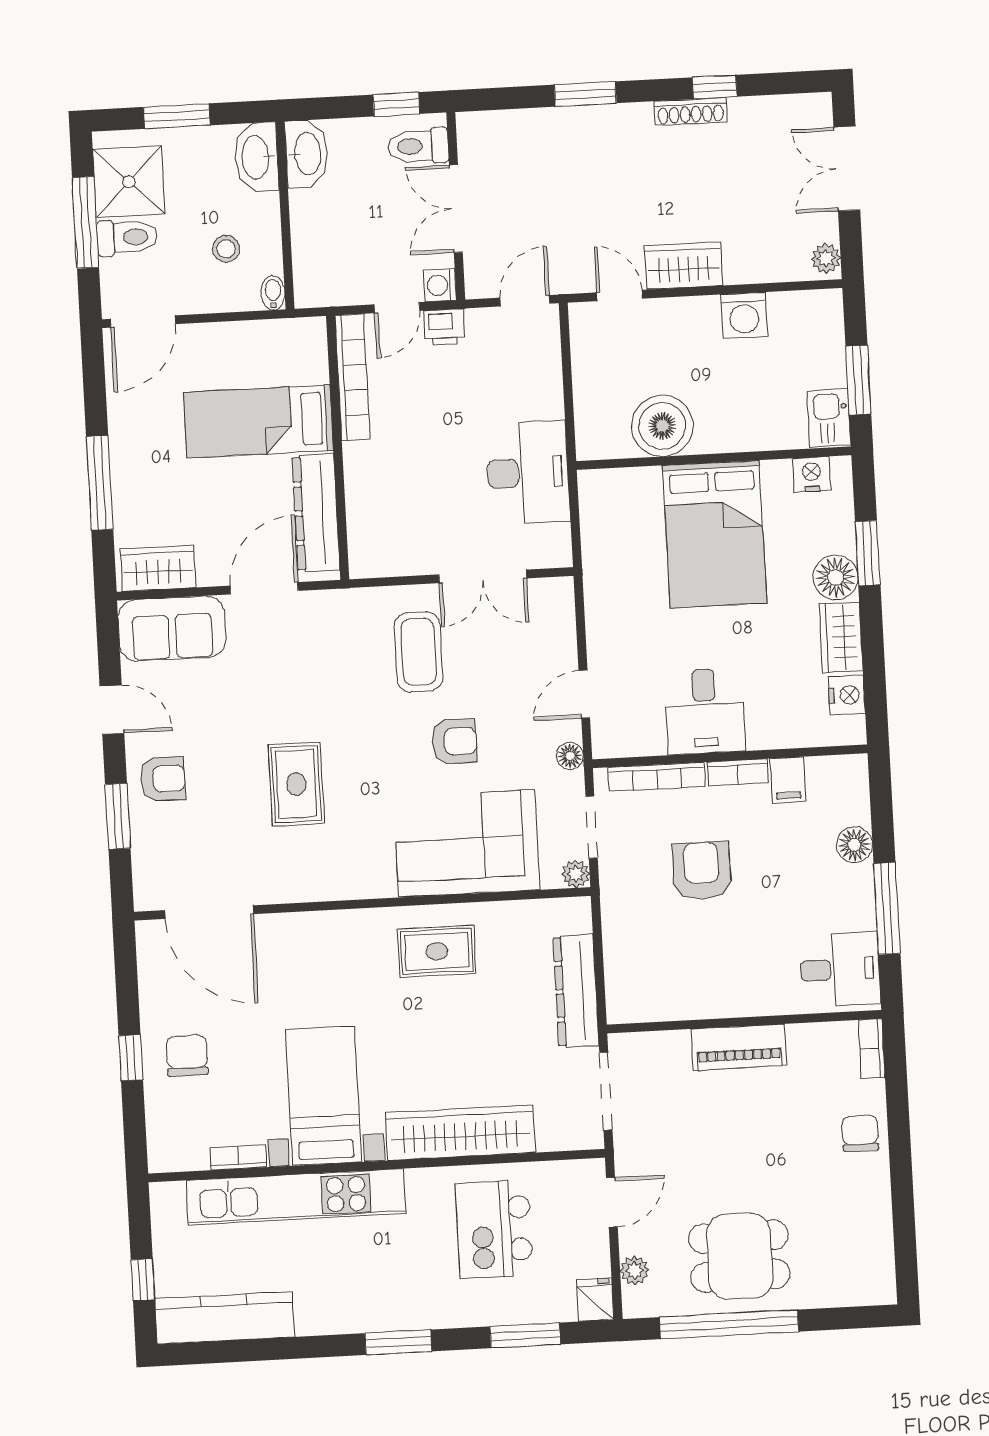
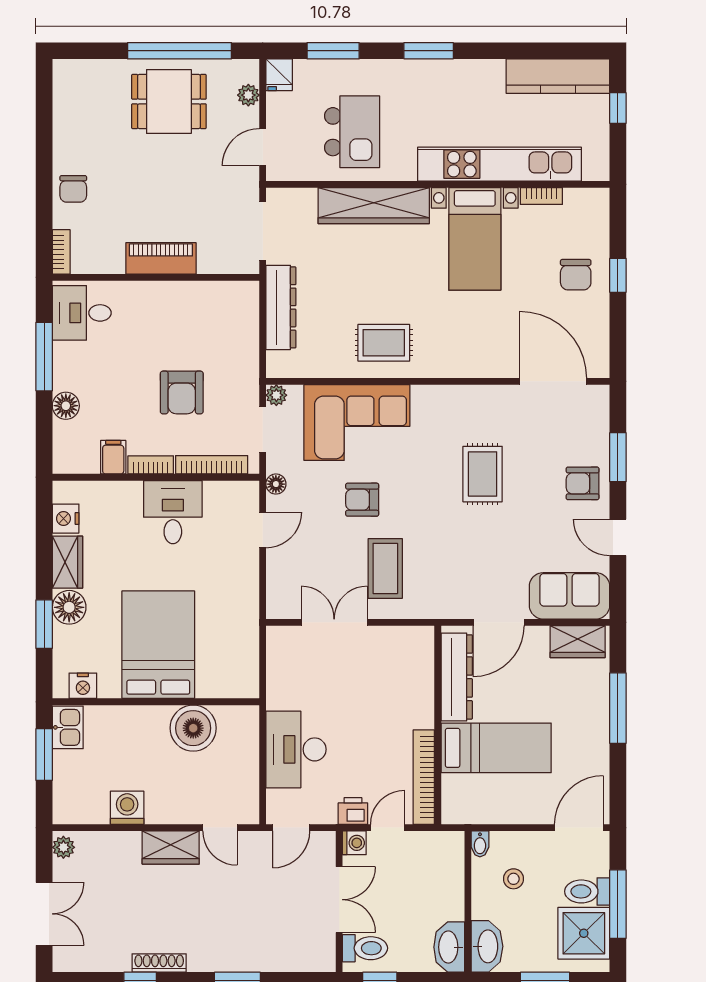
desk: (528, 472) -> (296, 749), moved

